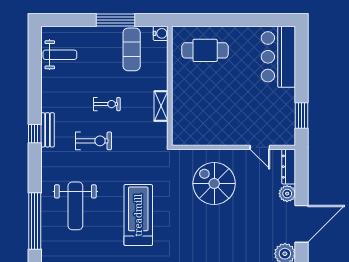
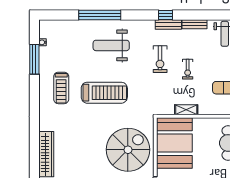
bench: (47, 95) -> (195, 24), added
booth: (205, 122) -> (174, 143), added
spiral stairs: (214, 183) -> (128, 150), width x1.37, depth x1.37

